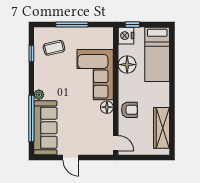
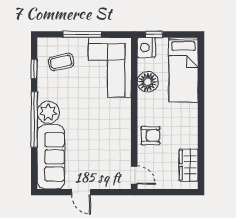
corner sofa: (95, 75) -> (110, 67), moved
plant: (39, 95) -> (48, 112), width x1.88, depth x1.88
floor lamp: (107, 107) -> (124, 132), removed
window: (31, 118) -> (34, 119), moved
wardrobe: (162, 128) -> (189, 165), width x0.67

